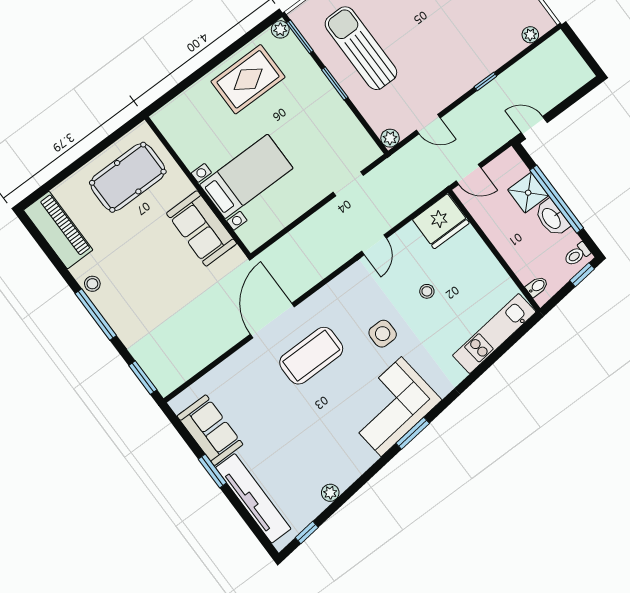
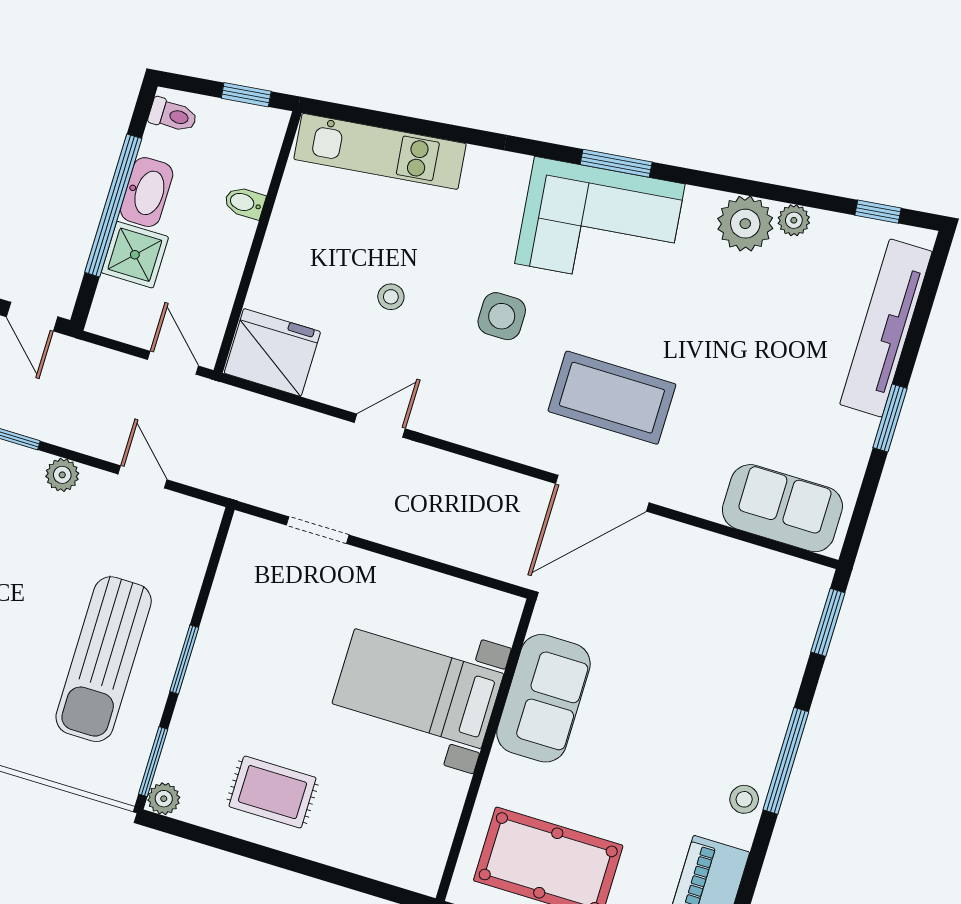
rug: (248, 79) -> (273, 792), width x0.73, depth x0.70
plant: (390, 138) -> (62, 475), moved
window: (582, 275) -> (246, 95), moved
bidet: (537, 286) -> (245, 203), moved
sofa: (210, 430) -> (782, 508), moved, turned 90
plant: (344, 470) -> (745, 224), added

